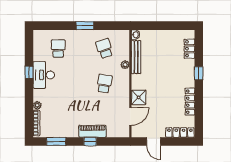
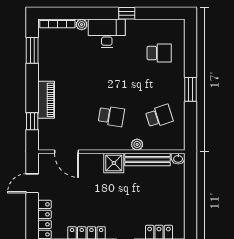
desk: (44, 75) -> (107, 33), moved
shower: (139, 97) -> (114, 163), moved
window: (90, 141) -> (32, 121), moved

